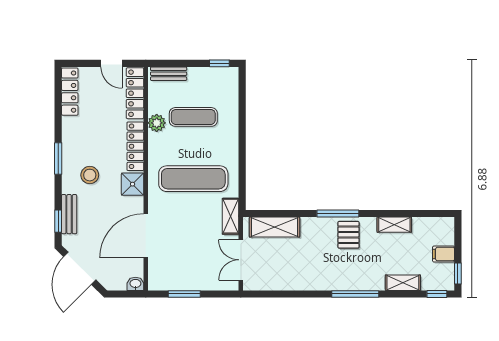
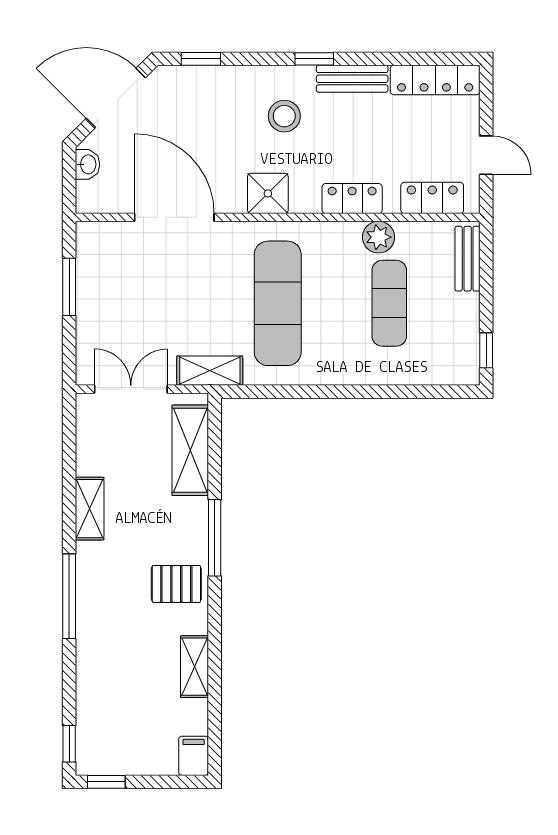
door: (111, 63) -> (486, 155), swing flipped
locker: (135, 93) -> (432, 198), width x0.66
locker: (135, 146) -> (352, 199), width x0.66
window: (58, 158) -> (314, 59), width x0.67
bench: (69, 214) -> (352, 79), moved
window: (338, 214) -> (215, 538), moved
filing cabinet: (444, 254) -> (194, 756), moved
shelving: (403, 283) -> (90, 509), moved
washbasin: (135, 284) -> (88, 164), moved

